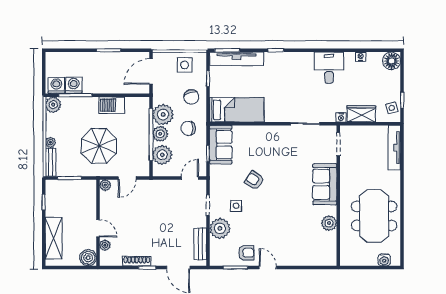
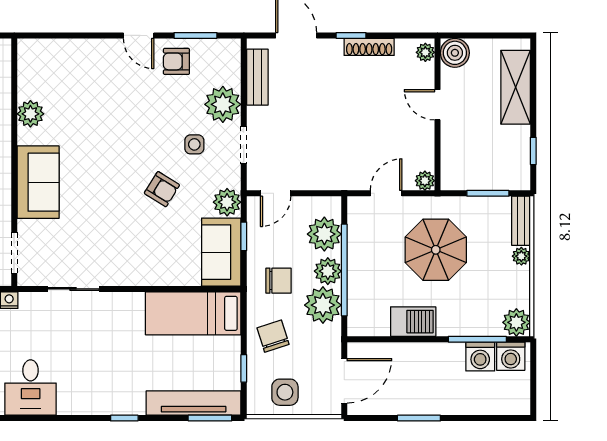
plant: (217, 173) -> (227, 202), added
plant: (105, 245) -> (425, 52), moved

